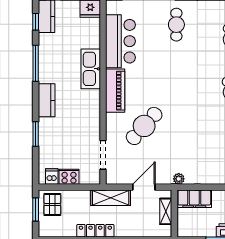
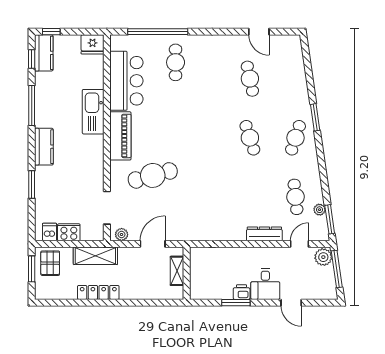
cafe table: (176, 25) -> (176, 62), moved
cafe table: (144, 126) -> (153, 175), turned 33
plant: (179, 179) -> (122, 234), moved
shelving: (111, 198) -> (95, 256), moved
filing cabinet: (194, 199) -> (209, 257), removed

